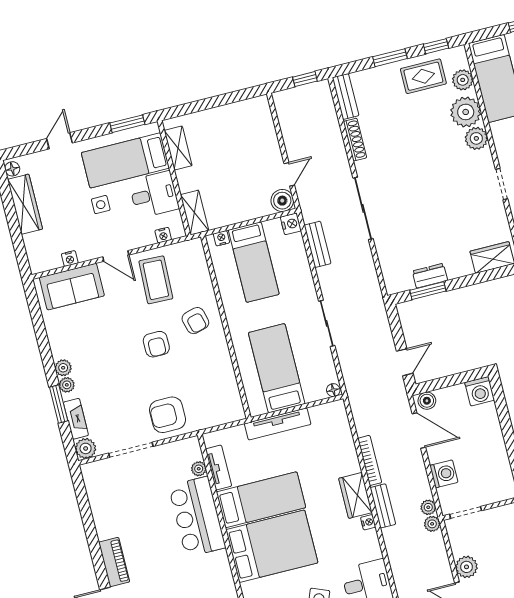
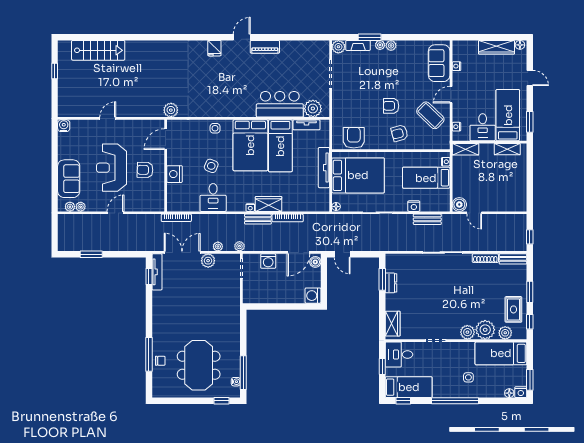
side table: (101, 205) -> (485, 93), removed
nightstand: (291, 224) -> (414, 206), moved
coffee table: (156, 280) -> (430, 115), turned 42
bed: (277, 368) -> (358, 175), width x1.50
armchair: (167, 415) -> (354, 138), moved
plant: (199, 469) -> (313, 109), width x1.87, depth x1.87
plant: (428, 507) -> (218, 246), moved

